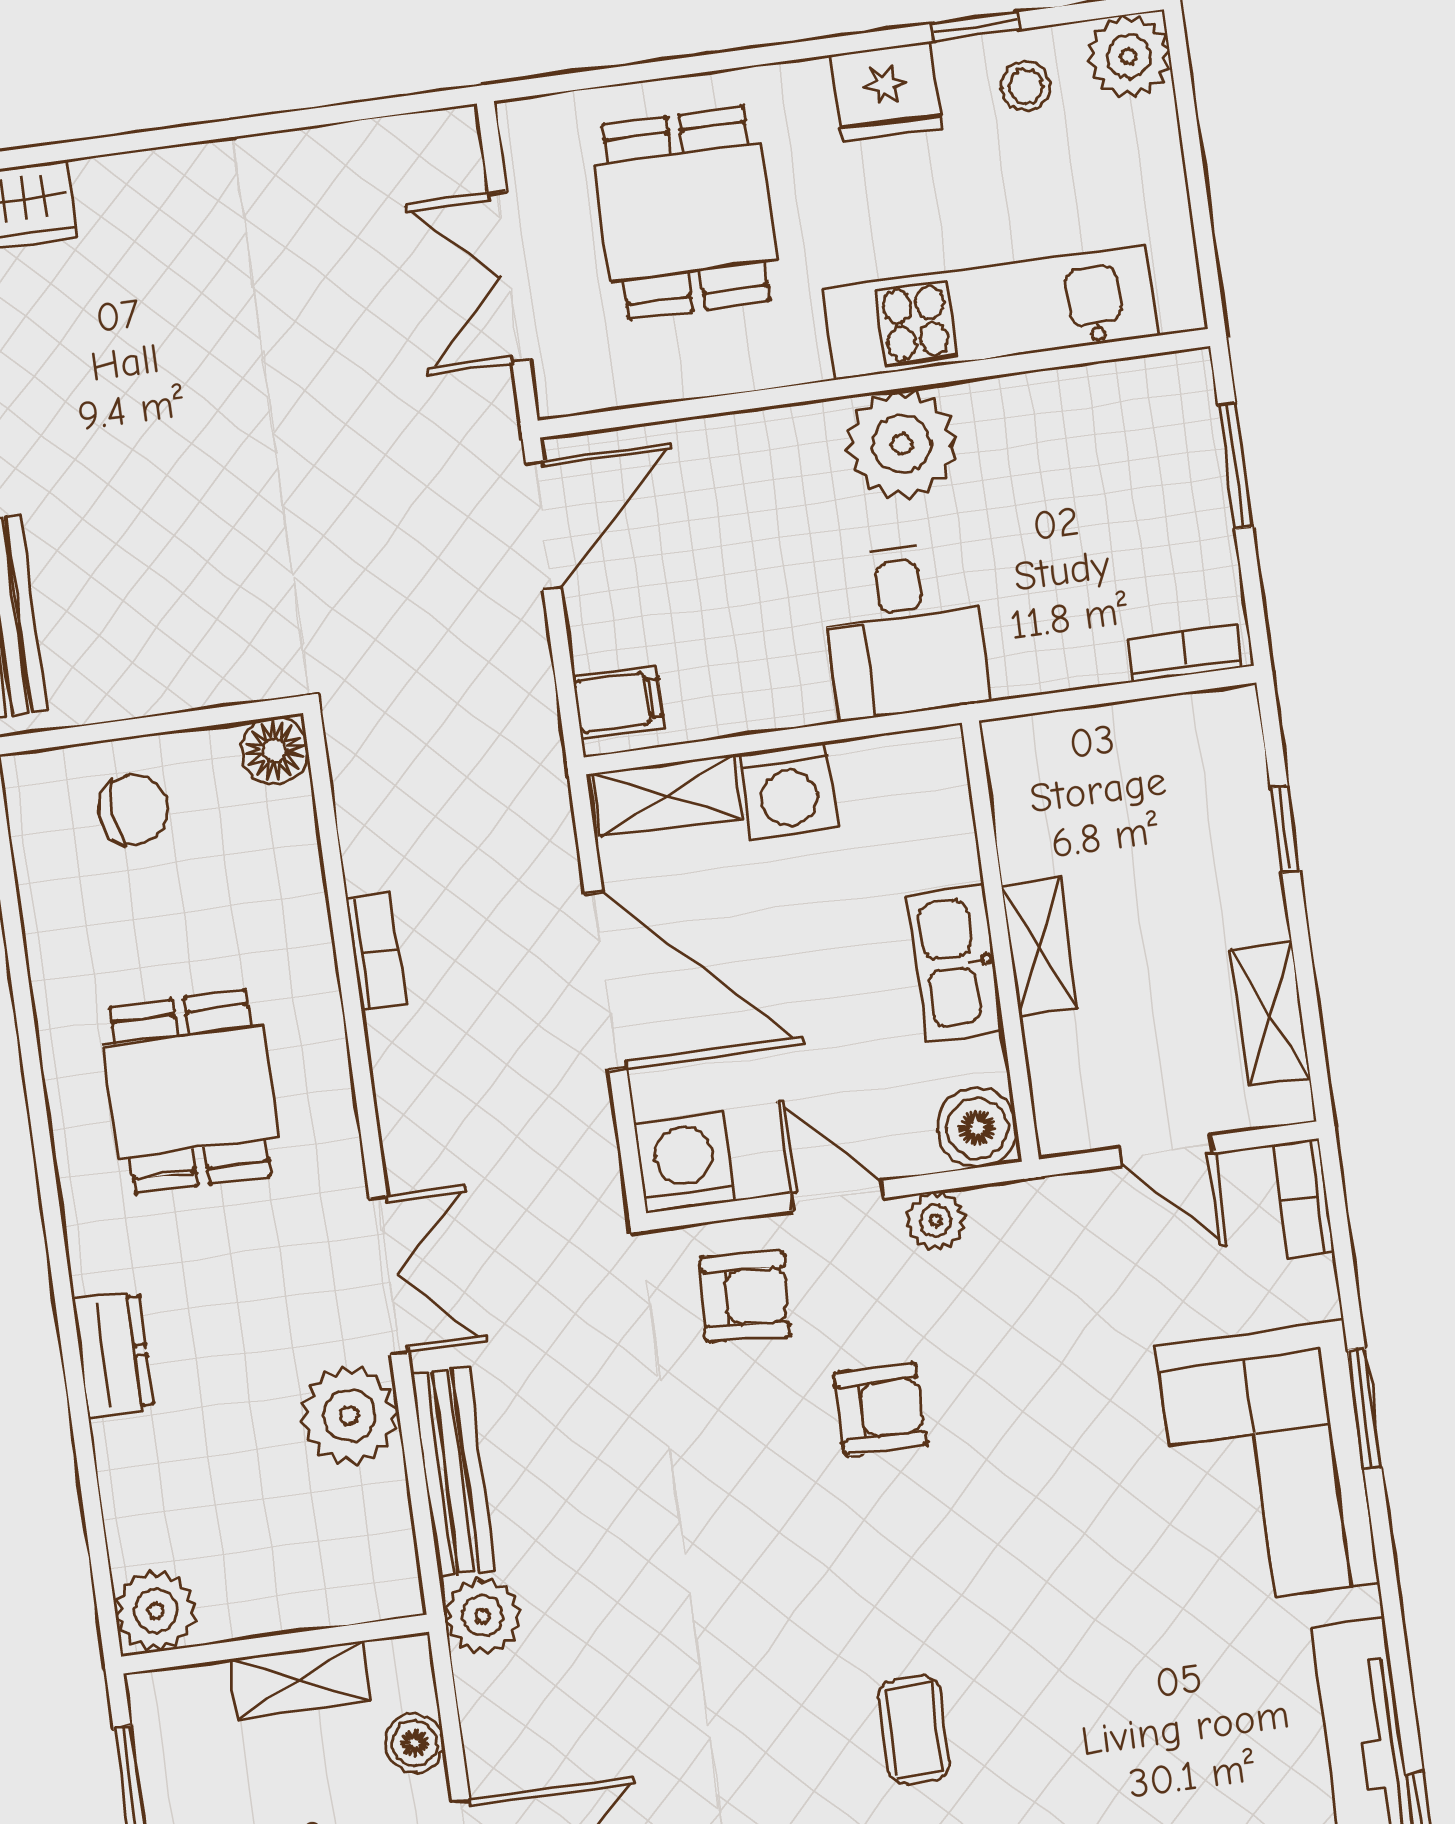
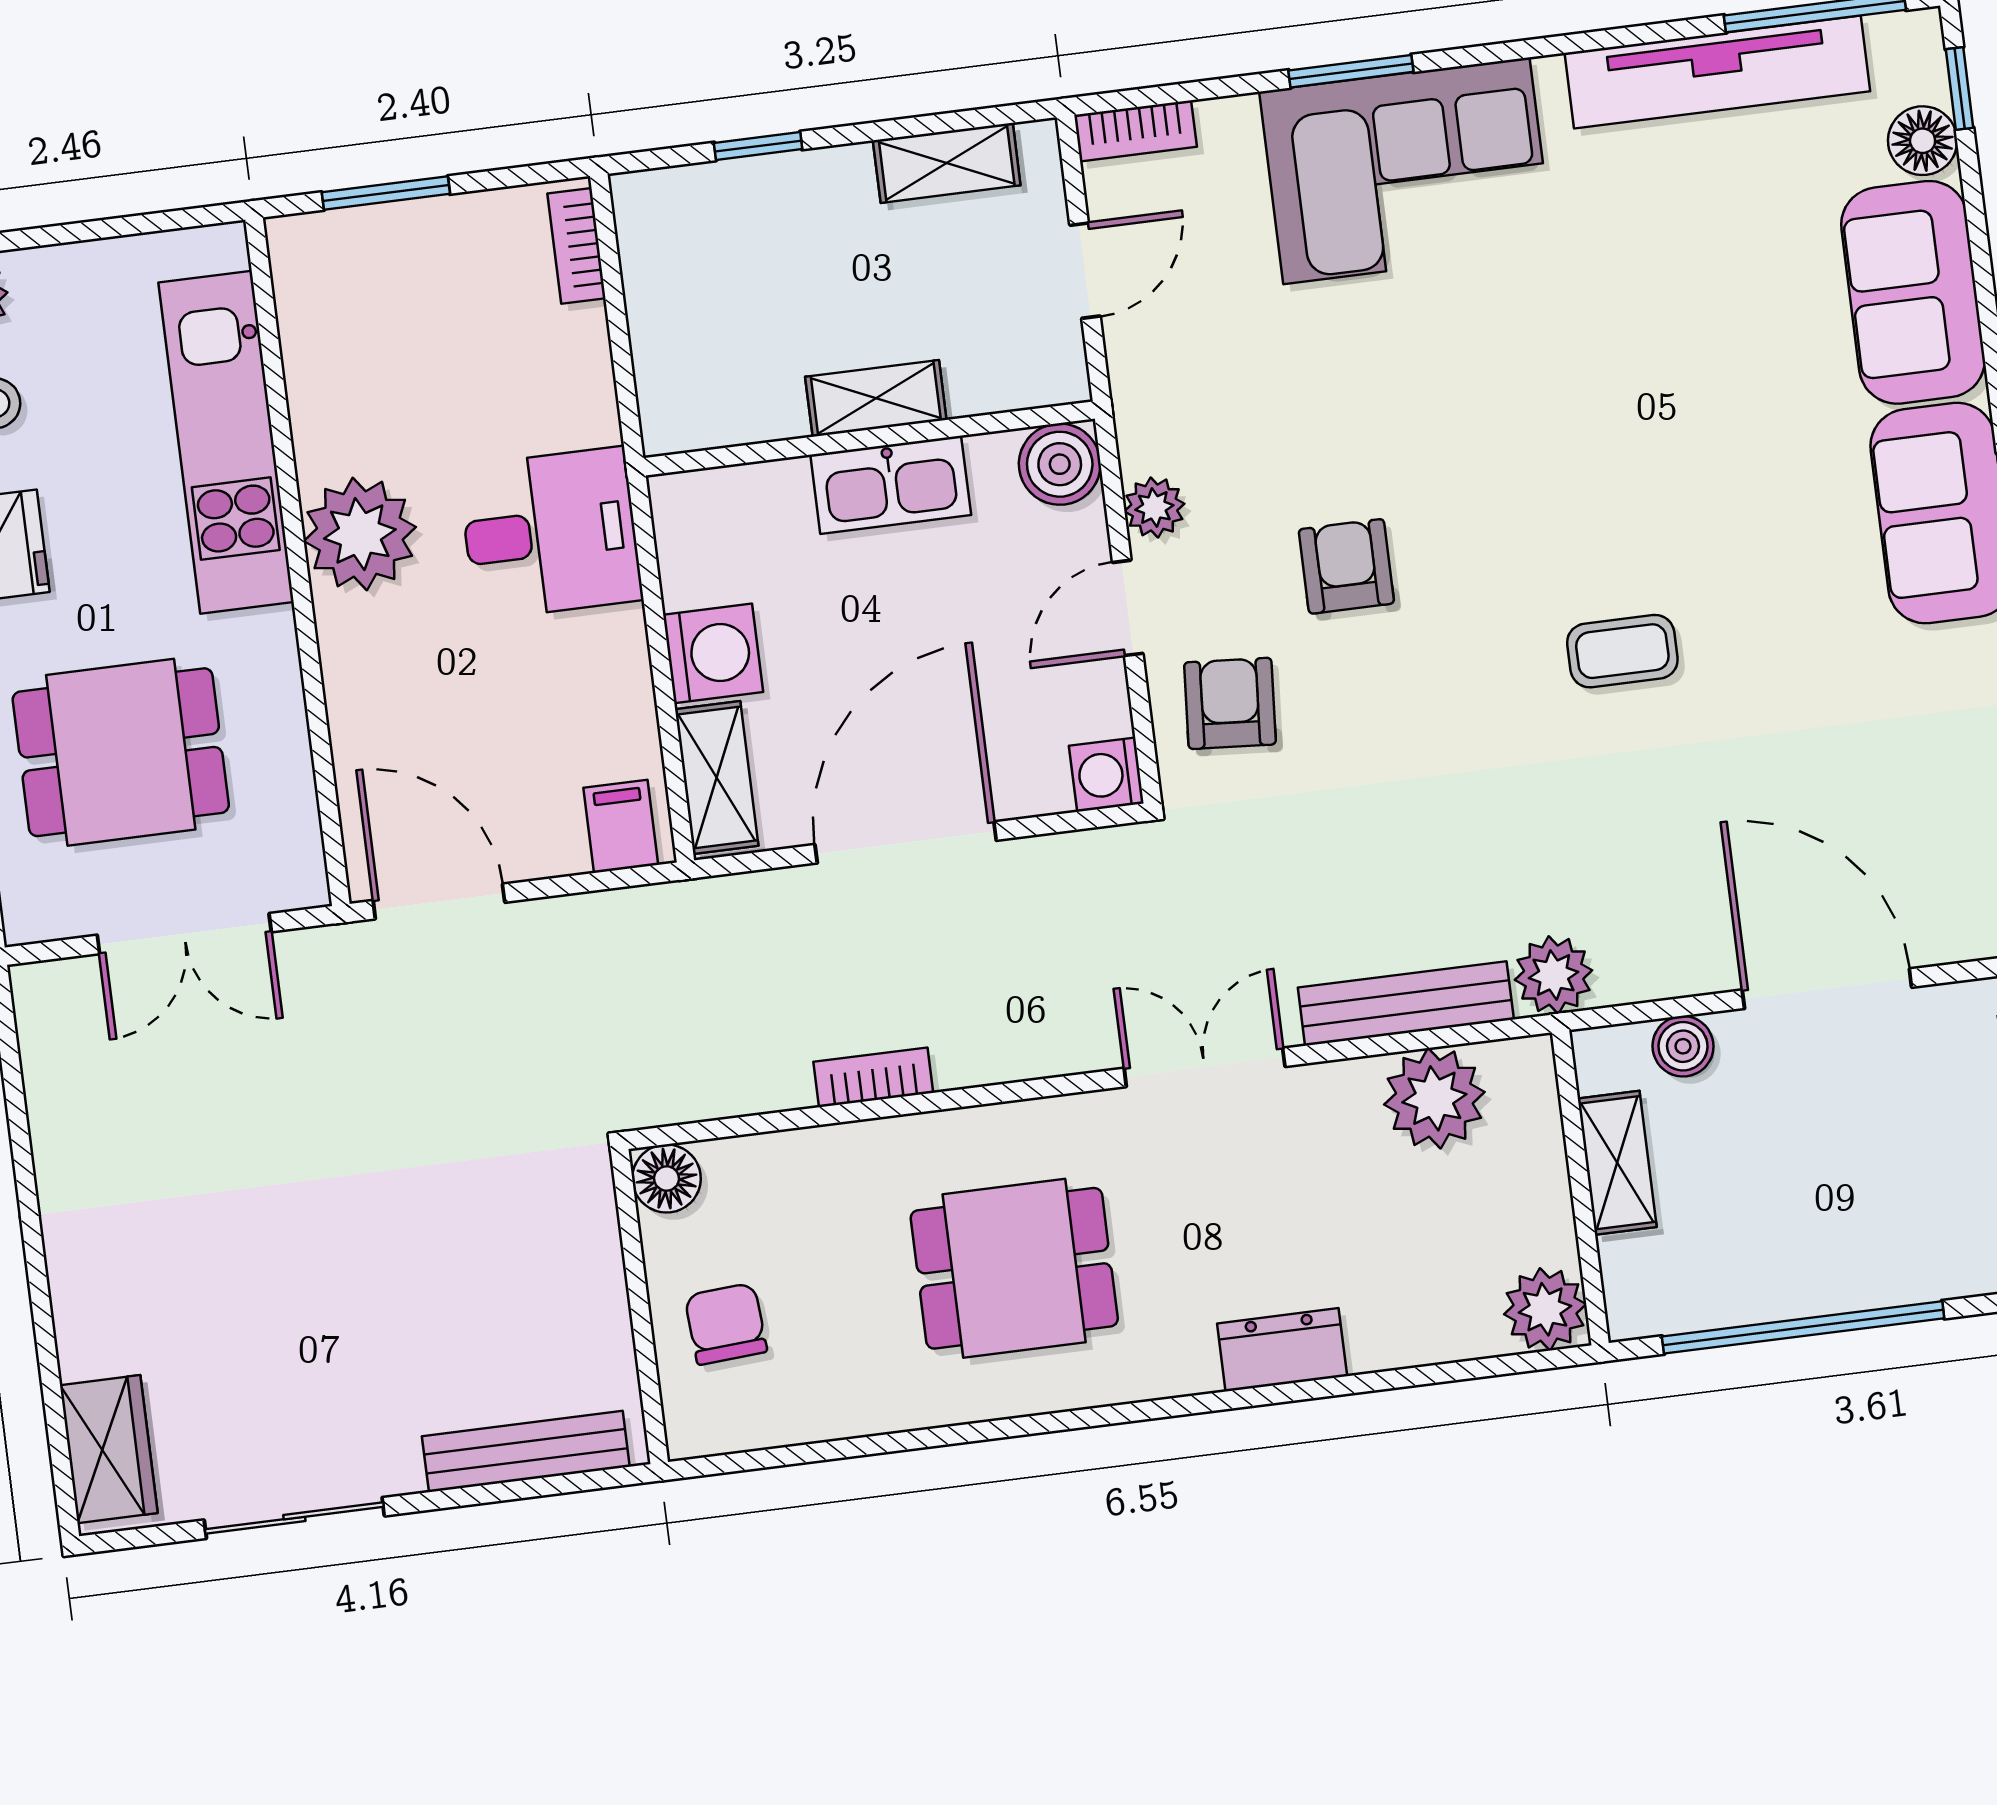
washing machine: (685, 1163) -> (1106, 775), width x0.73, depth x0.73
plant: (349, 1415) -> (1434, 1098), moved
coffee table: (914, 1730) -> (1622, 651), moved

